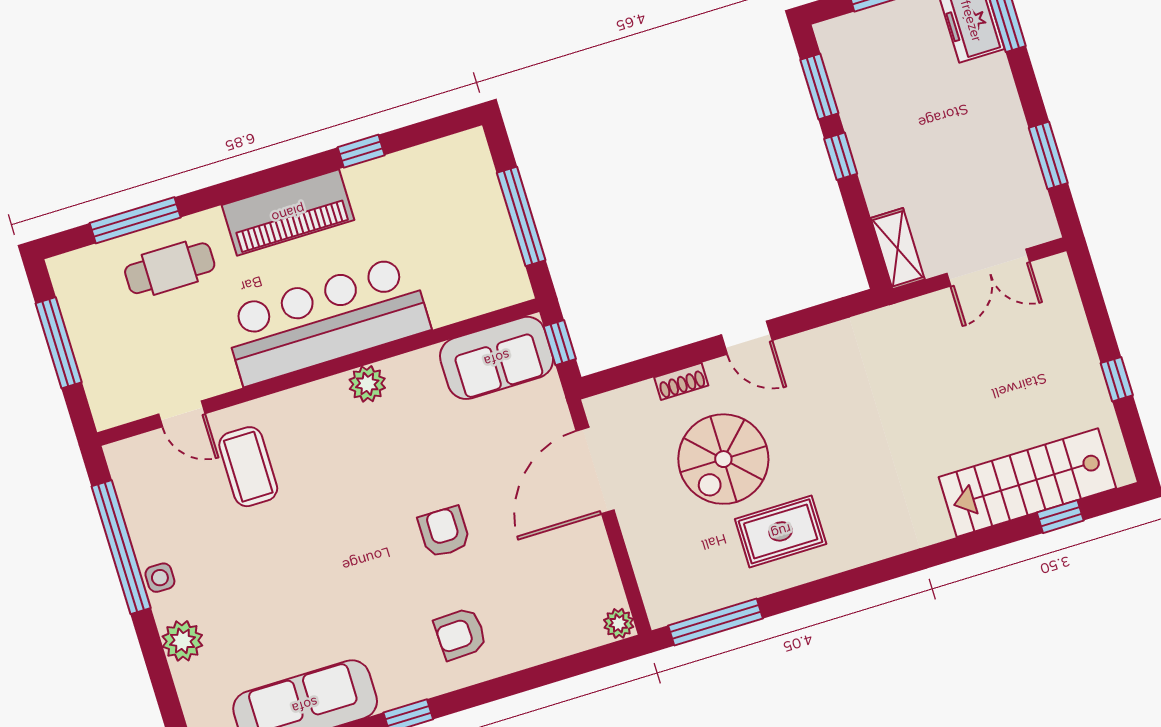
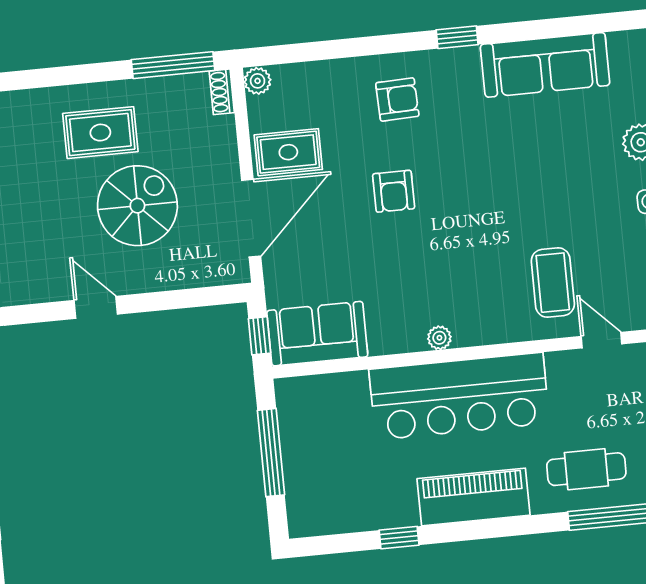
shoe rack: (681, 381) -> (222, 92), moved, turned -90
plant: (367, 384) -> (439, 338), width x0.73, depth x0.73
rug: (569, 552) -> (288, 152), added

